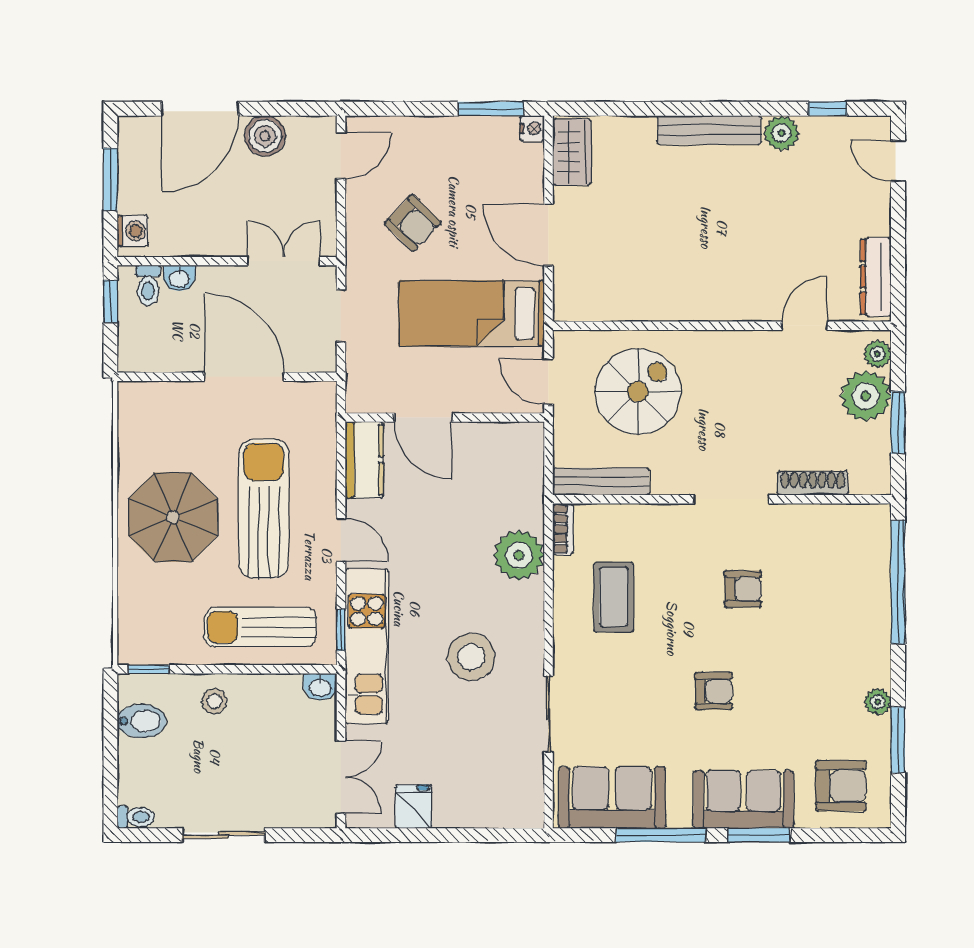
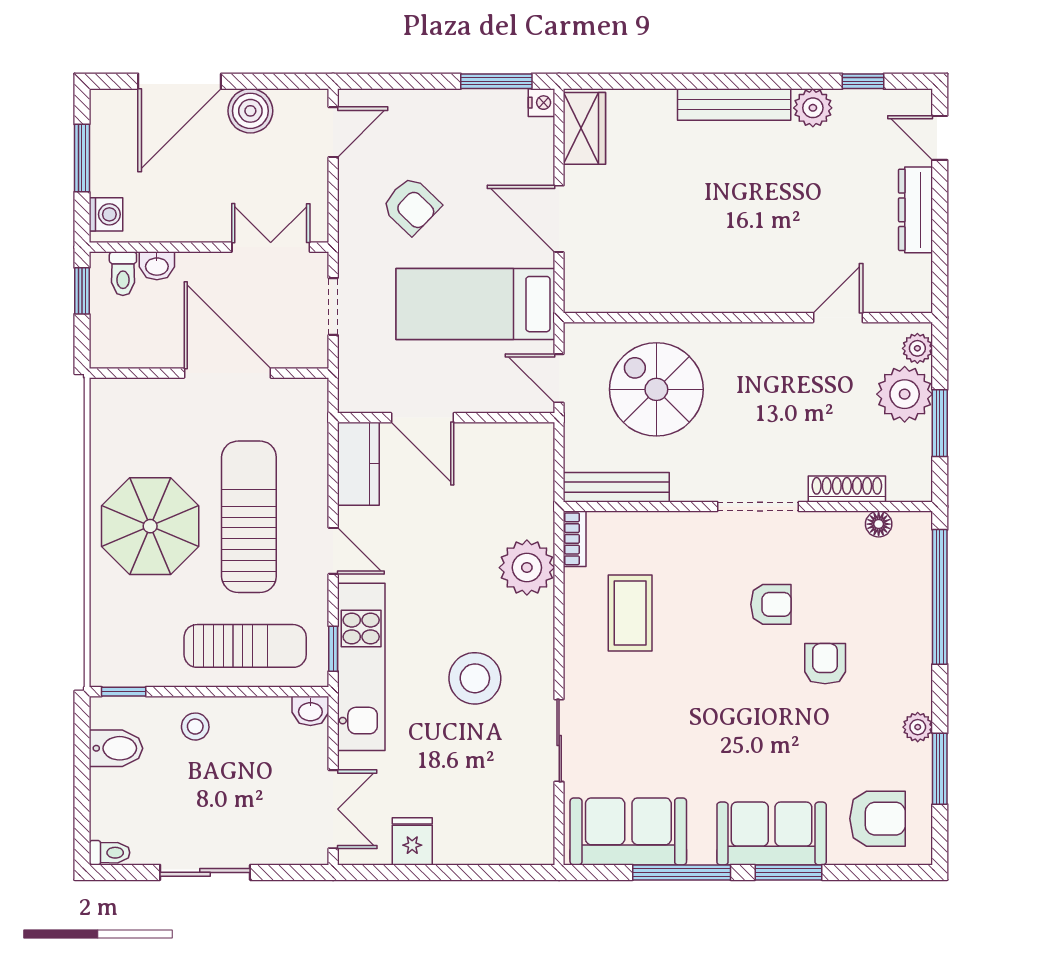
dresser: (876, 277) -> (916, 210), moved
spiral stairs: (638, 392) -> (656, 389), turned -90
floor lamp: (842, 515) -> (879, 524), added
sun lounger: (260, 627) -> (245, 646), turned 180
armchair: (714, 691) -> (825, 664), moved, turned -90

